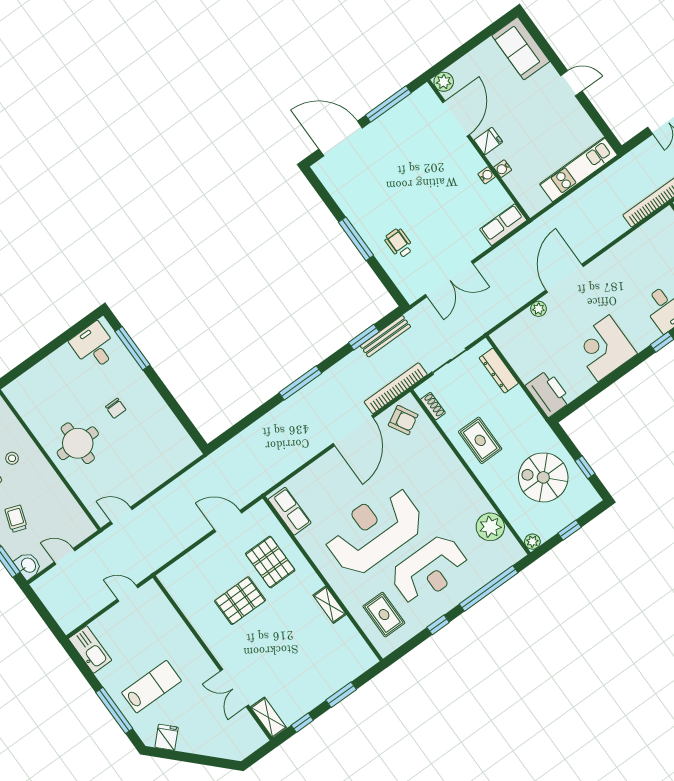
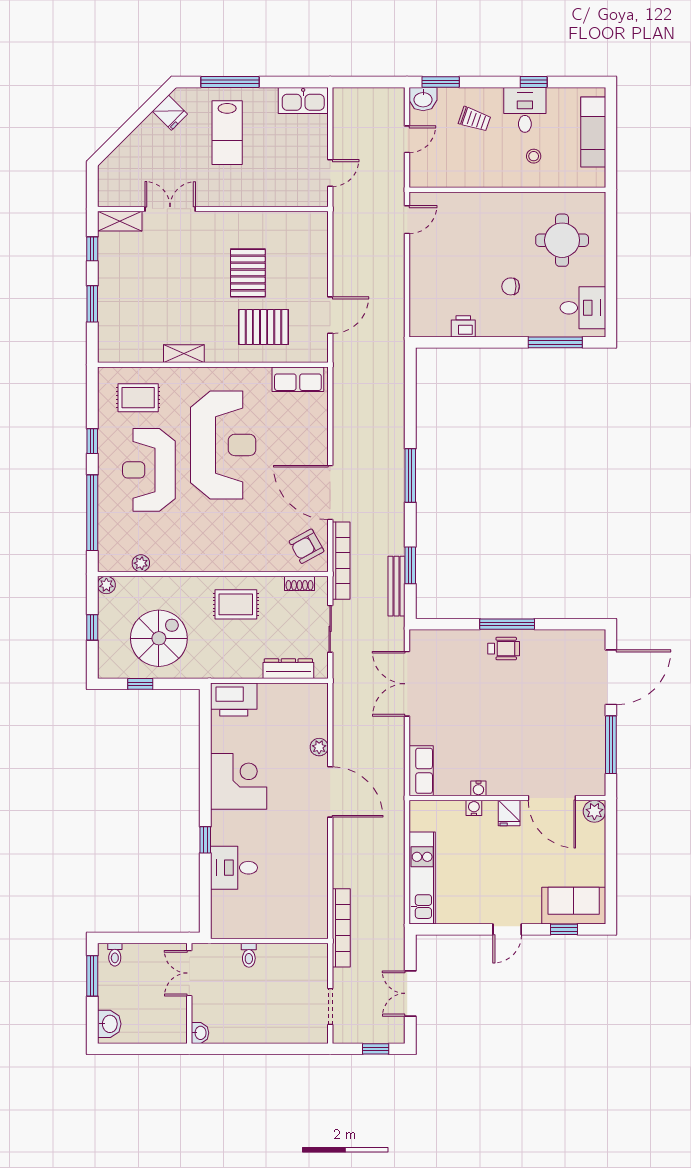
window: (543, 43) -> (564, 929), added
wheelchair: (399, 243) -> (504, 649), moved
printer: (168, 421) -> (463, 326), added
round table: (78, 443) -> (562, 240), moved
plant: (490, 527) -> (141, 563), width x0.53, depth x0.53

